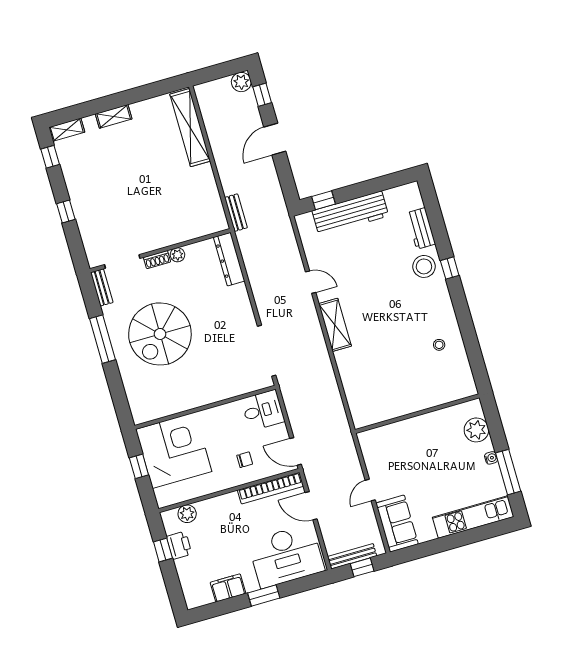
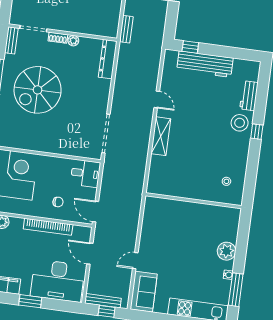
wall: (417, 414) -> (194, 201), moved
bookcase: (271, 488) -> (48, 227), moved

